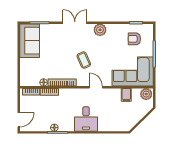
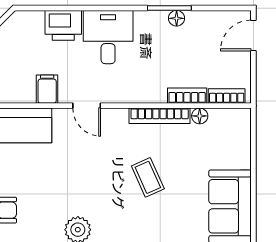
coffee table: (84, 60) -> (148, 177), moved
filing cabinet: (126, 95) -> (47, 89), moved
printer: (107, 124) -> (63, 25), added

